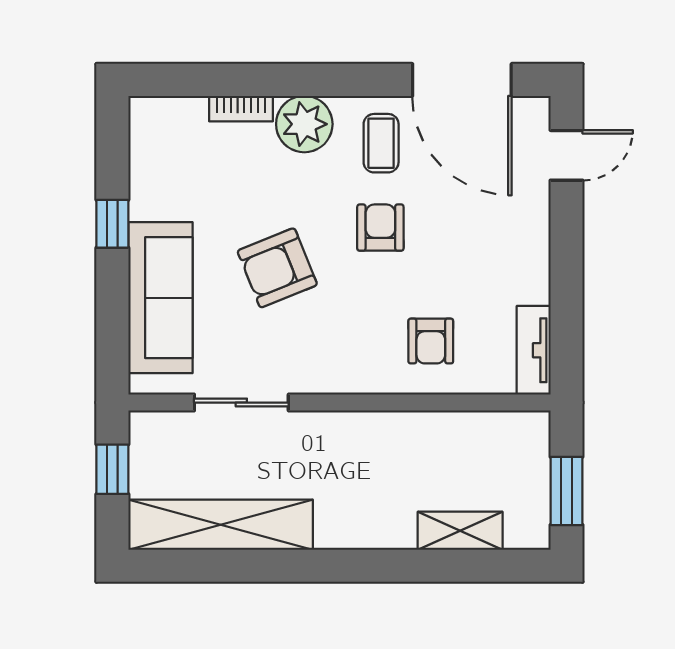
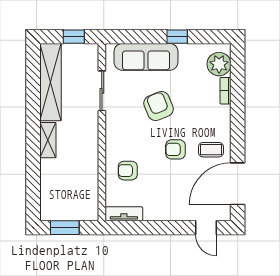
plant: (304, 124) -> (219, 64), moved
armchair: (380, 228) -> (175, 149), turned 180
shelving: (460, 531) -> (48, 140), moved

